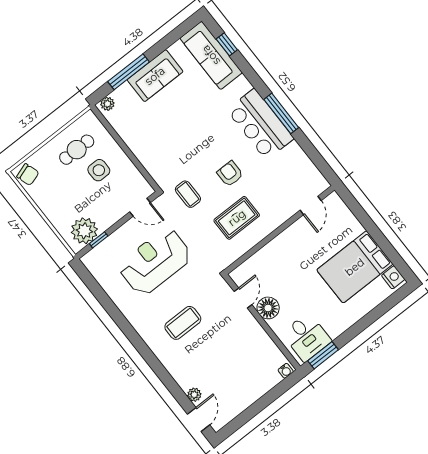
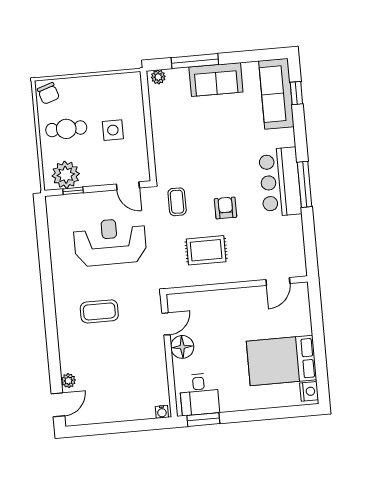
cafe table: (77, 150) -> (66, 129), moved

